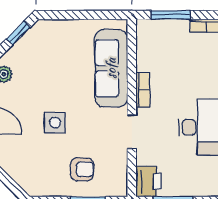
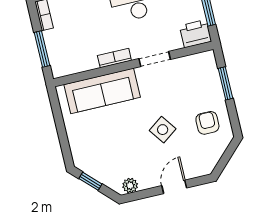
side table: (55, 123) -> (163, 130), turned -36
armchair: (82, 169) -> (207, 123), moved

